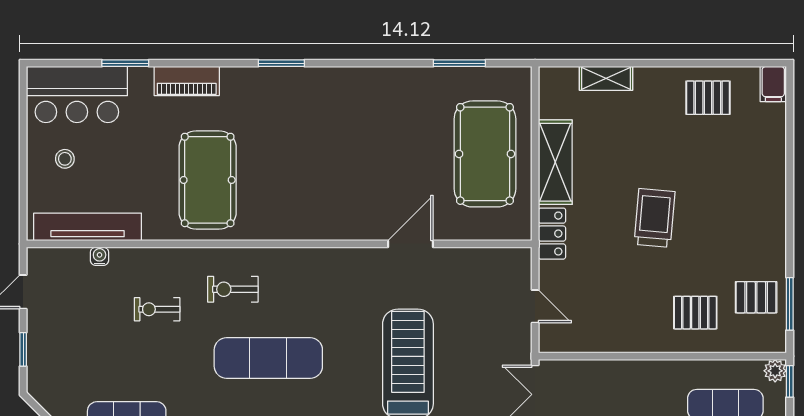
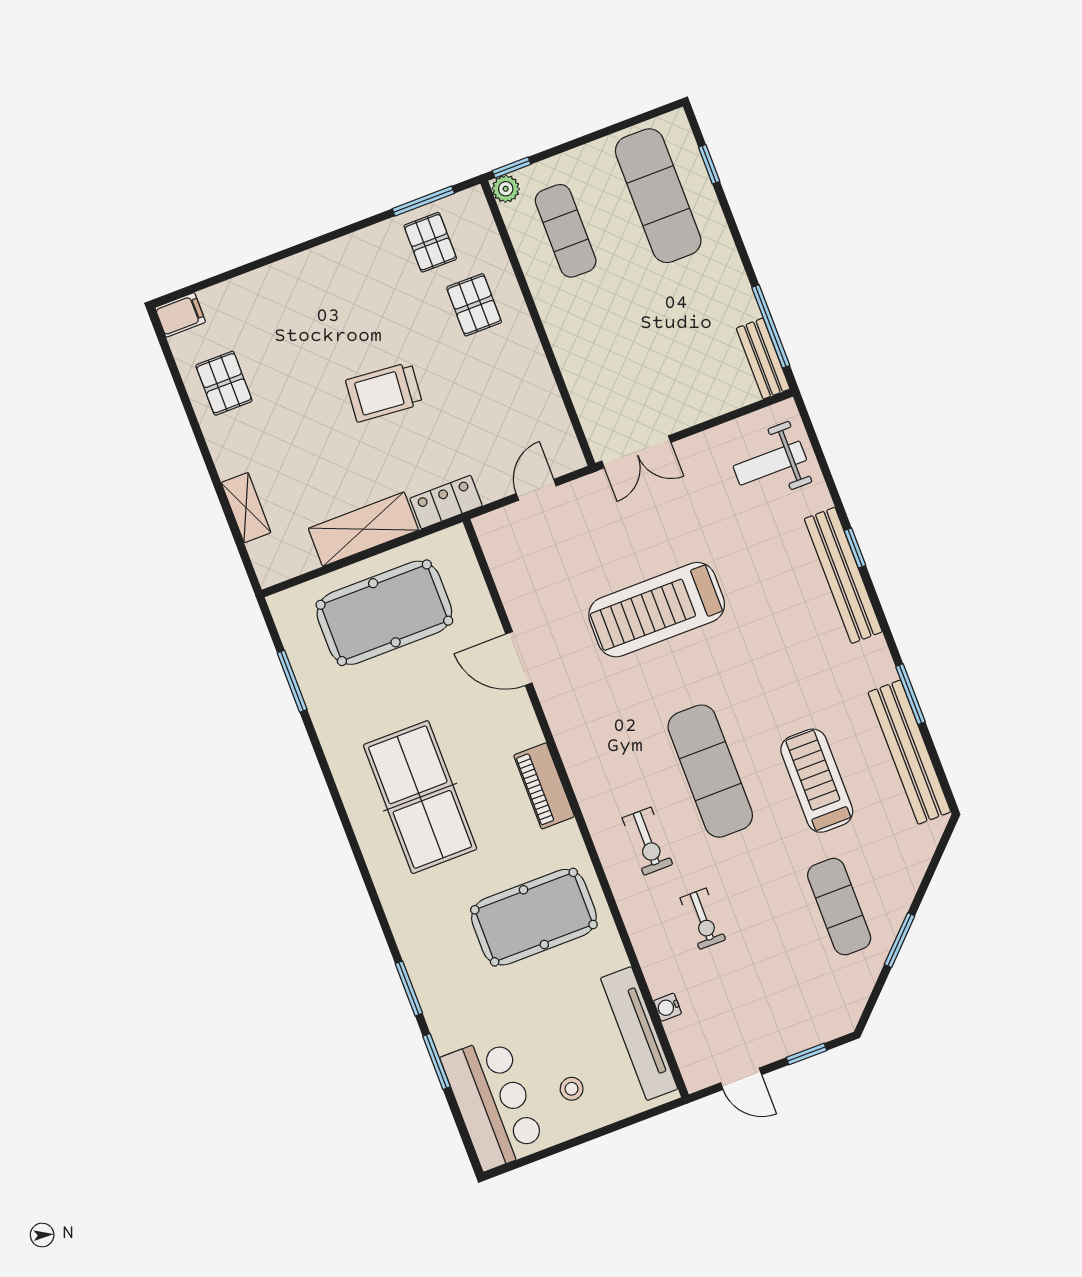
window: (281, 63) -> (409, 988), moved
piano: (187, 81) -> (544, 786), moved, turned 180
table tennis table: (333, 128) -> (420, 797), added

